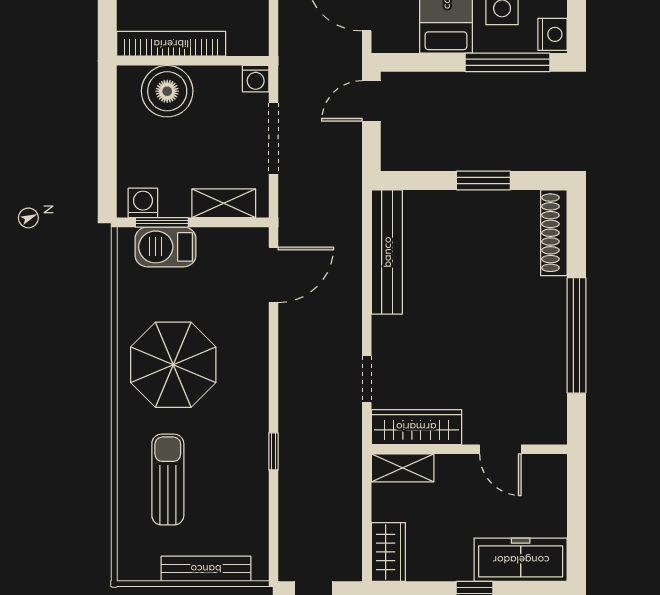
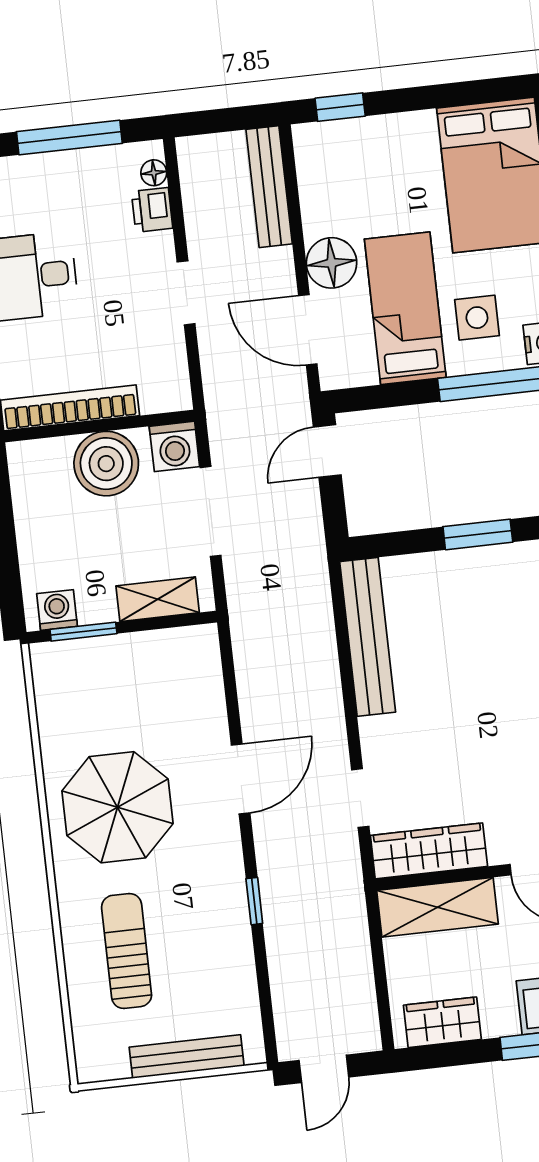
washing machine: (256, 79) -> (174, 446), width x1.38, depth x1.38
boiler: (167, 91) -> (106, 464), moved
barbecue: (165, 247) -> (91, 662), removed
door: (274, 275) -> (241, 779), moved
shelving: (403, 468) -> (437, 907), width x1.50, depth x1.33
wardrobe: (388, 552) -> (442, 1022), moved, turned -90

